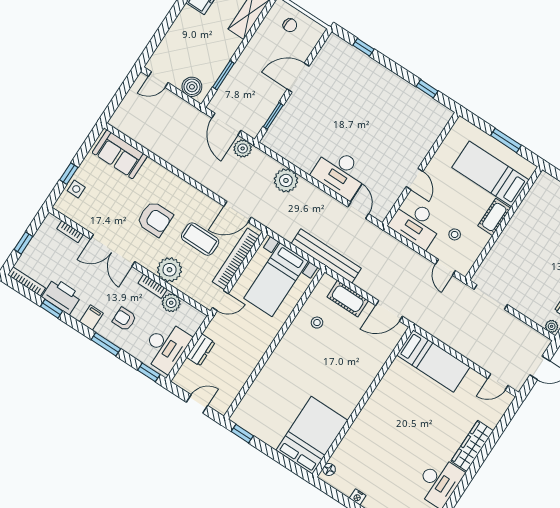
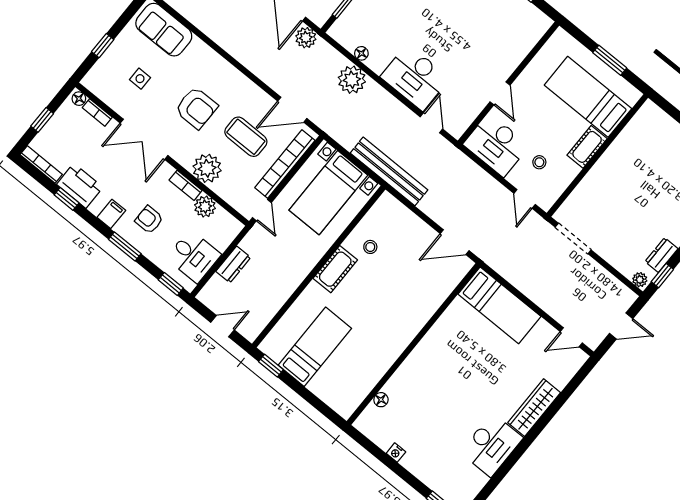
floor lamp: (292, 157) -> (361, 53), added
side table: (76, 189) -> (140, 79), moved
floor lamp: (53, 221) -> (79, 99), added
cot: (348, 299) -> (335, 269), moved, turned 90
door: (220, 301) -> (262, 210), hinge flipped
desk: (166, 347) -> (194, 256), width x0.73
bed: (312, 435) -> (315, 347), moved, width x0.67
floor lamp: (329, 469) -> (381, 400), moved

